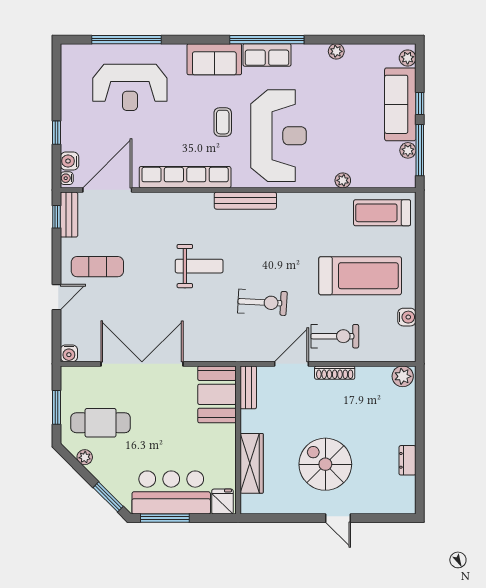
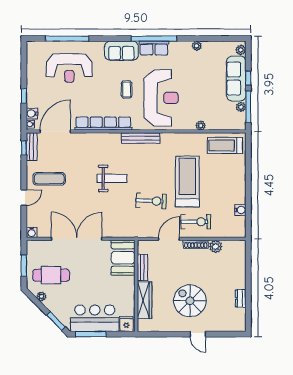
treadmill: (360, 276) -> (187, 182), moved, turned -90
plant: (403, 376) -> (216, 247), moved
bench: (248, 387) -> (142, 267), moved

